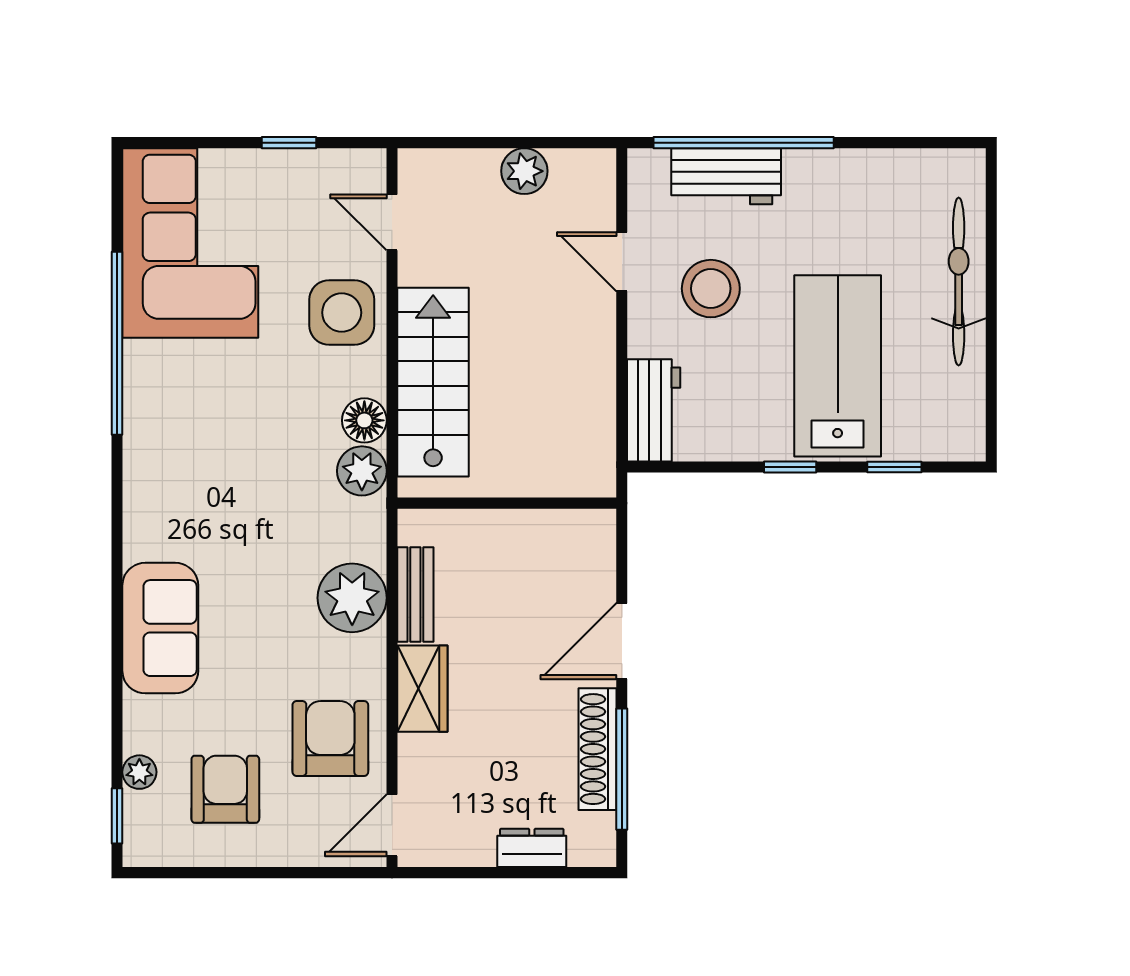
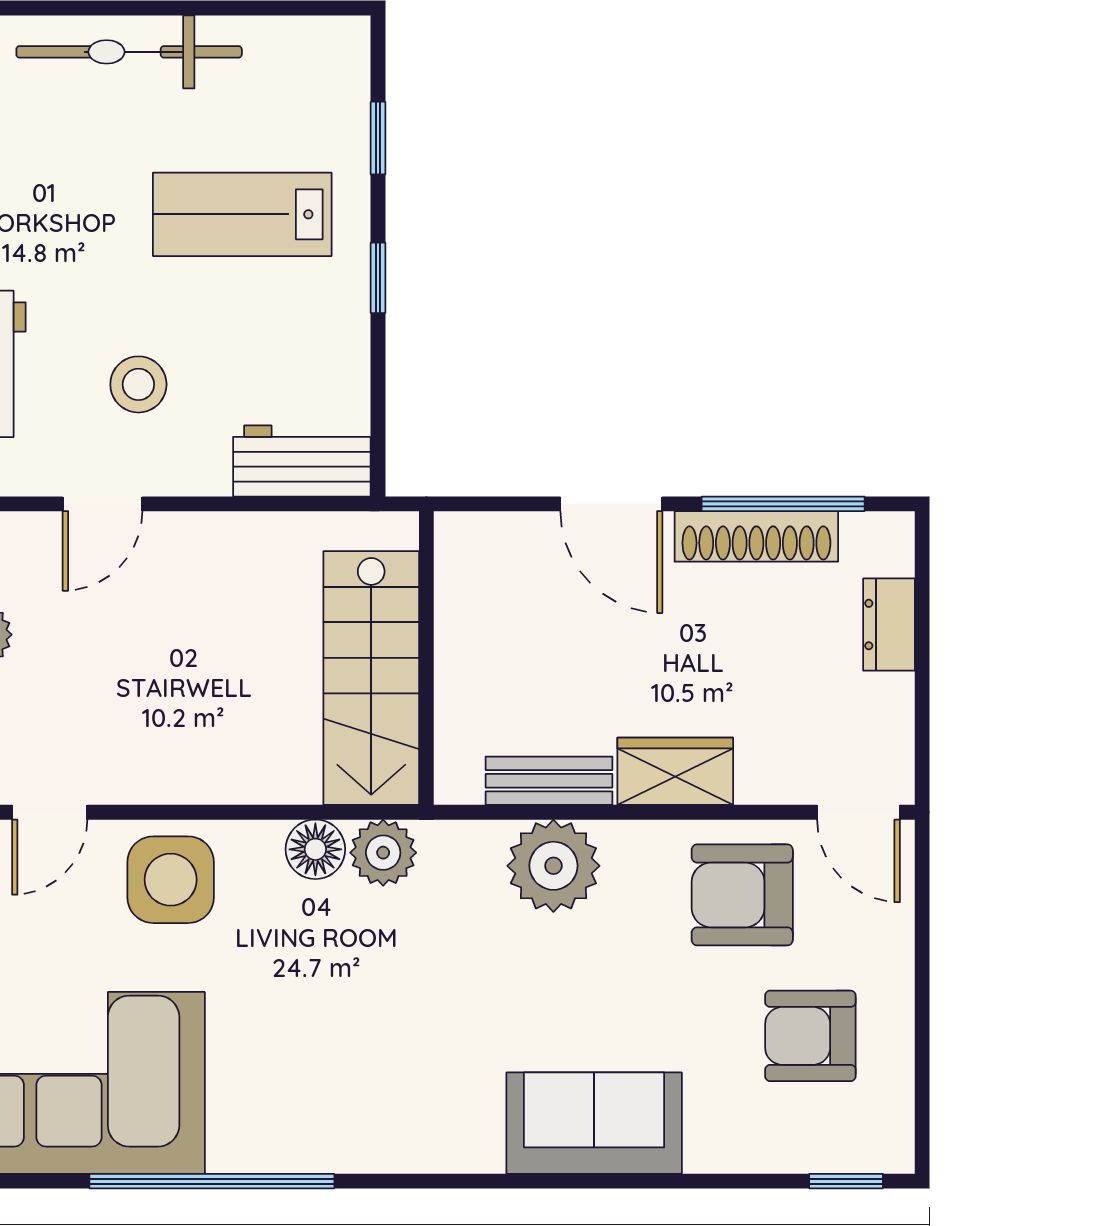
stool: (711, 289) -> (138, 384), width x0.73, depth x0.73
lab bench: (838, 366) -> (242, 214), width x0.73, depth x0.72
stairs: (433, 382) -> (371, 678), moved, turned -90
plant: (139, 772) -> (787, 1151), removed

